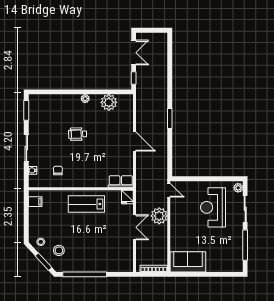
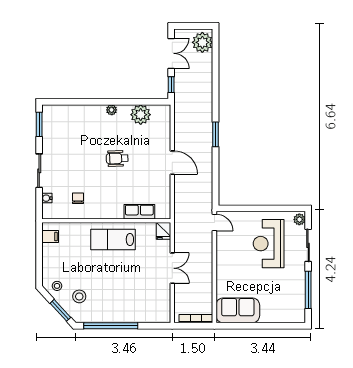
wheelchair: (78, 134) -> (117, 158), moved
row of seats: (121, 182) -> (139, 212), moved
plant: (159, 216) -> (202, 42), moved

